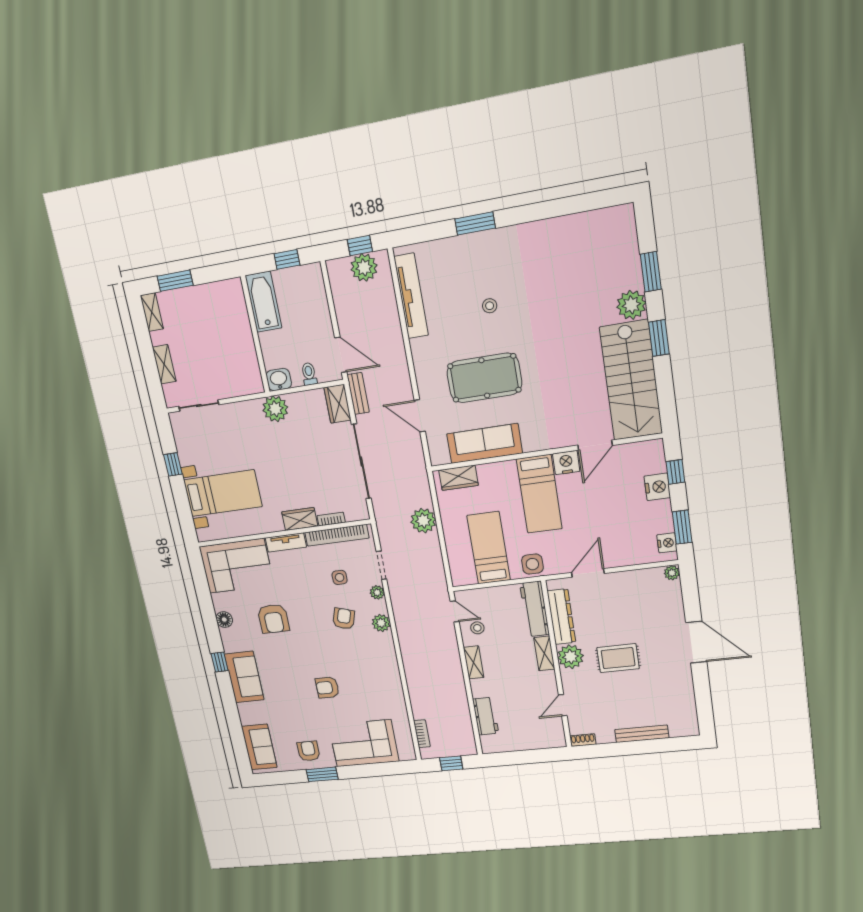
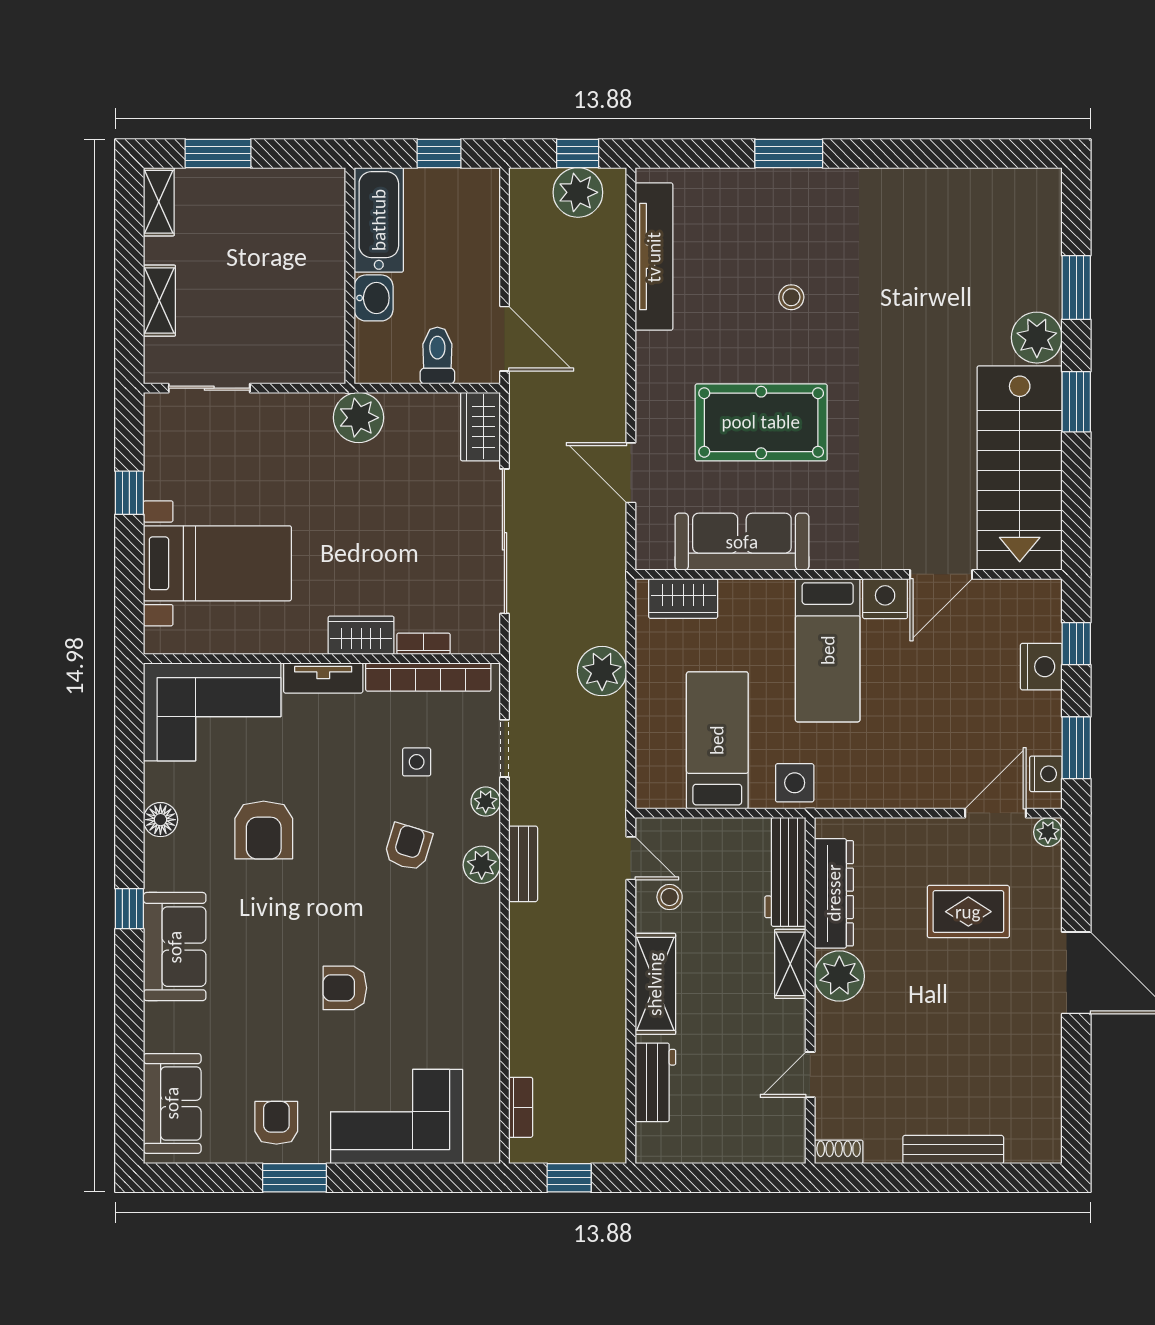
toilet: (309, 374) -> (437, 356), width x1.37, depth x1.39
washbasin: (279, 380) -> (374, 298), moved, turned 90
bench: (358, 394) -> (523, 864), moved
door: (588, 573) -> (996, 813), moved
rug: (618, 658) -> (968, 912), moved
shelving: (474, 662) -> (655, 984), width x1.50, depth x1.33

